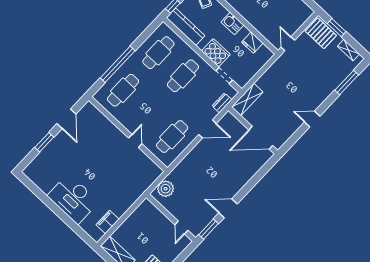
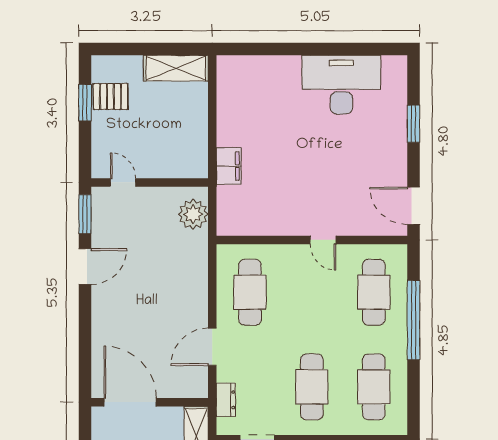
door: (66, 119) -> (414, 206), moved
door: (261, 138) -> (130, 402), hinge flipped
door: (135, 141) -> (323, 240), moved
desk: (73, 199) -> (341, 85), moved
filing cabinet: (108, 222) -> (229, 166), moved

